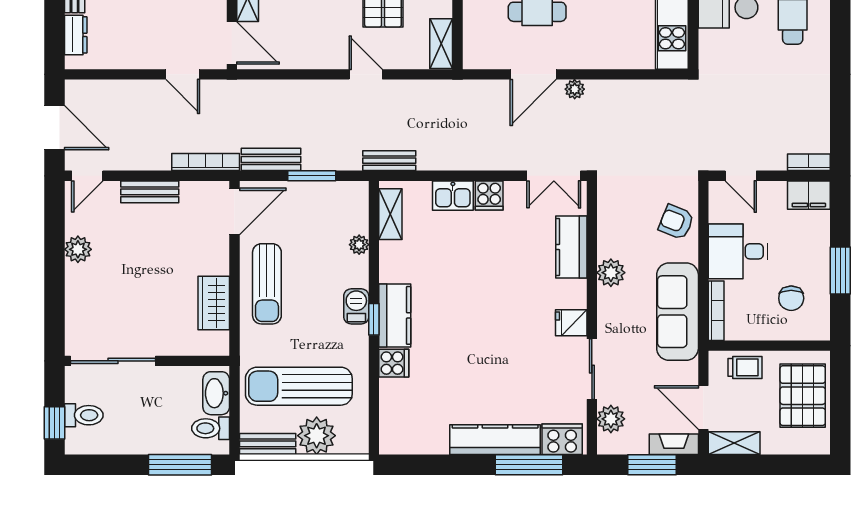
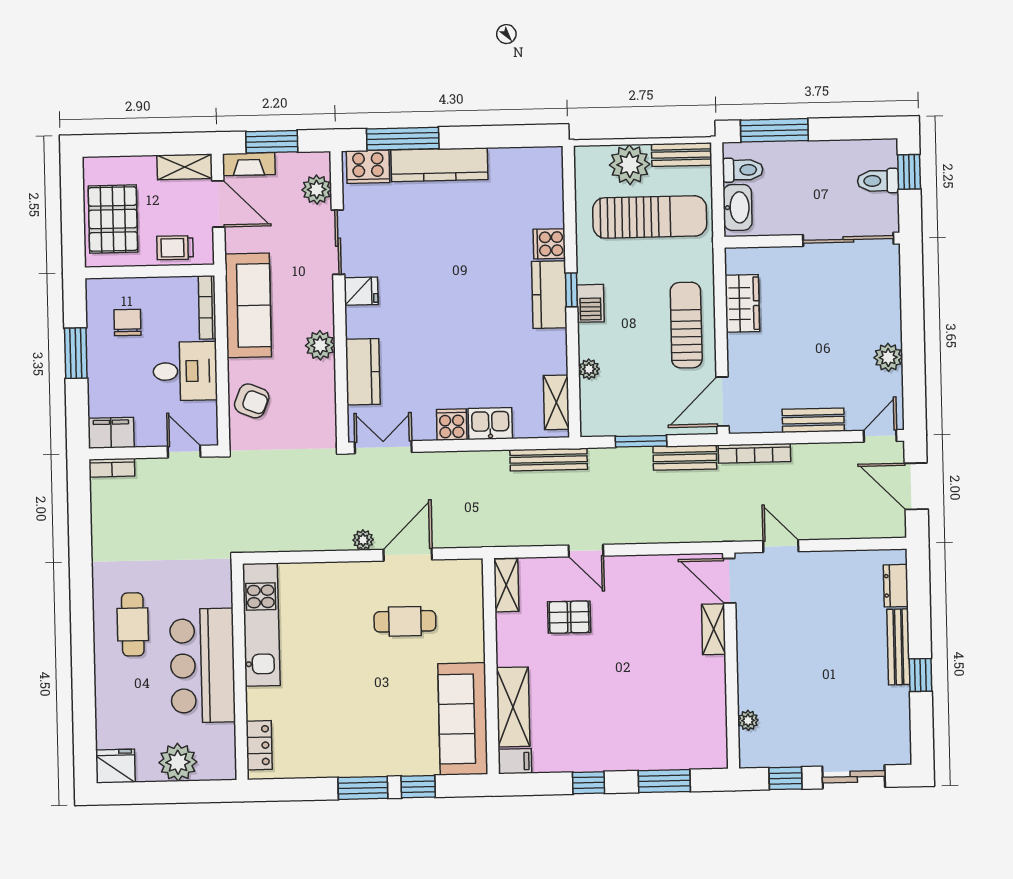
bench: (389, 161) -> (549, 460), width x1.36

